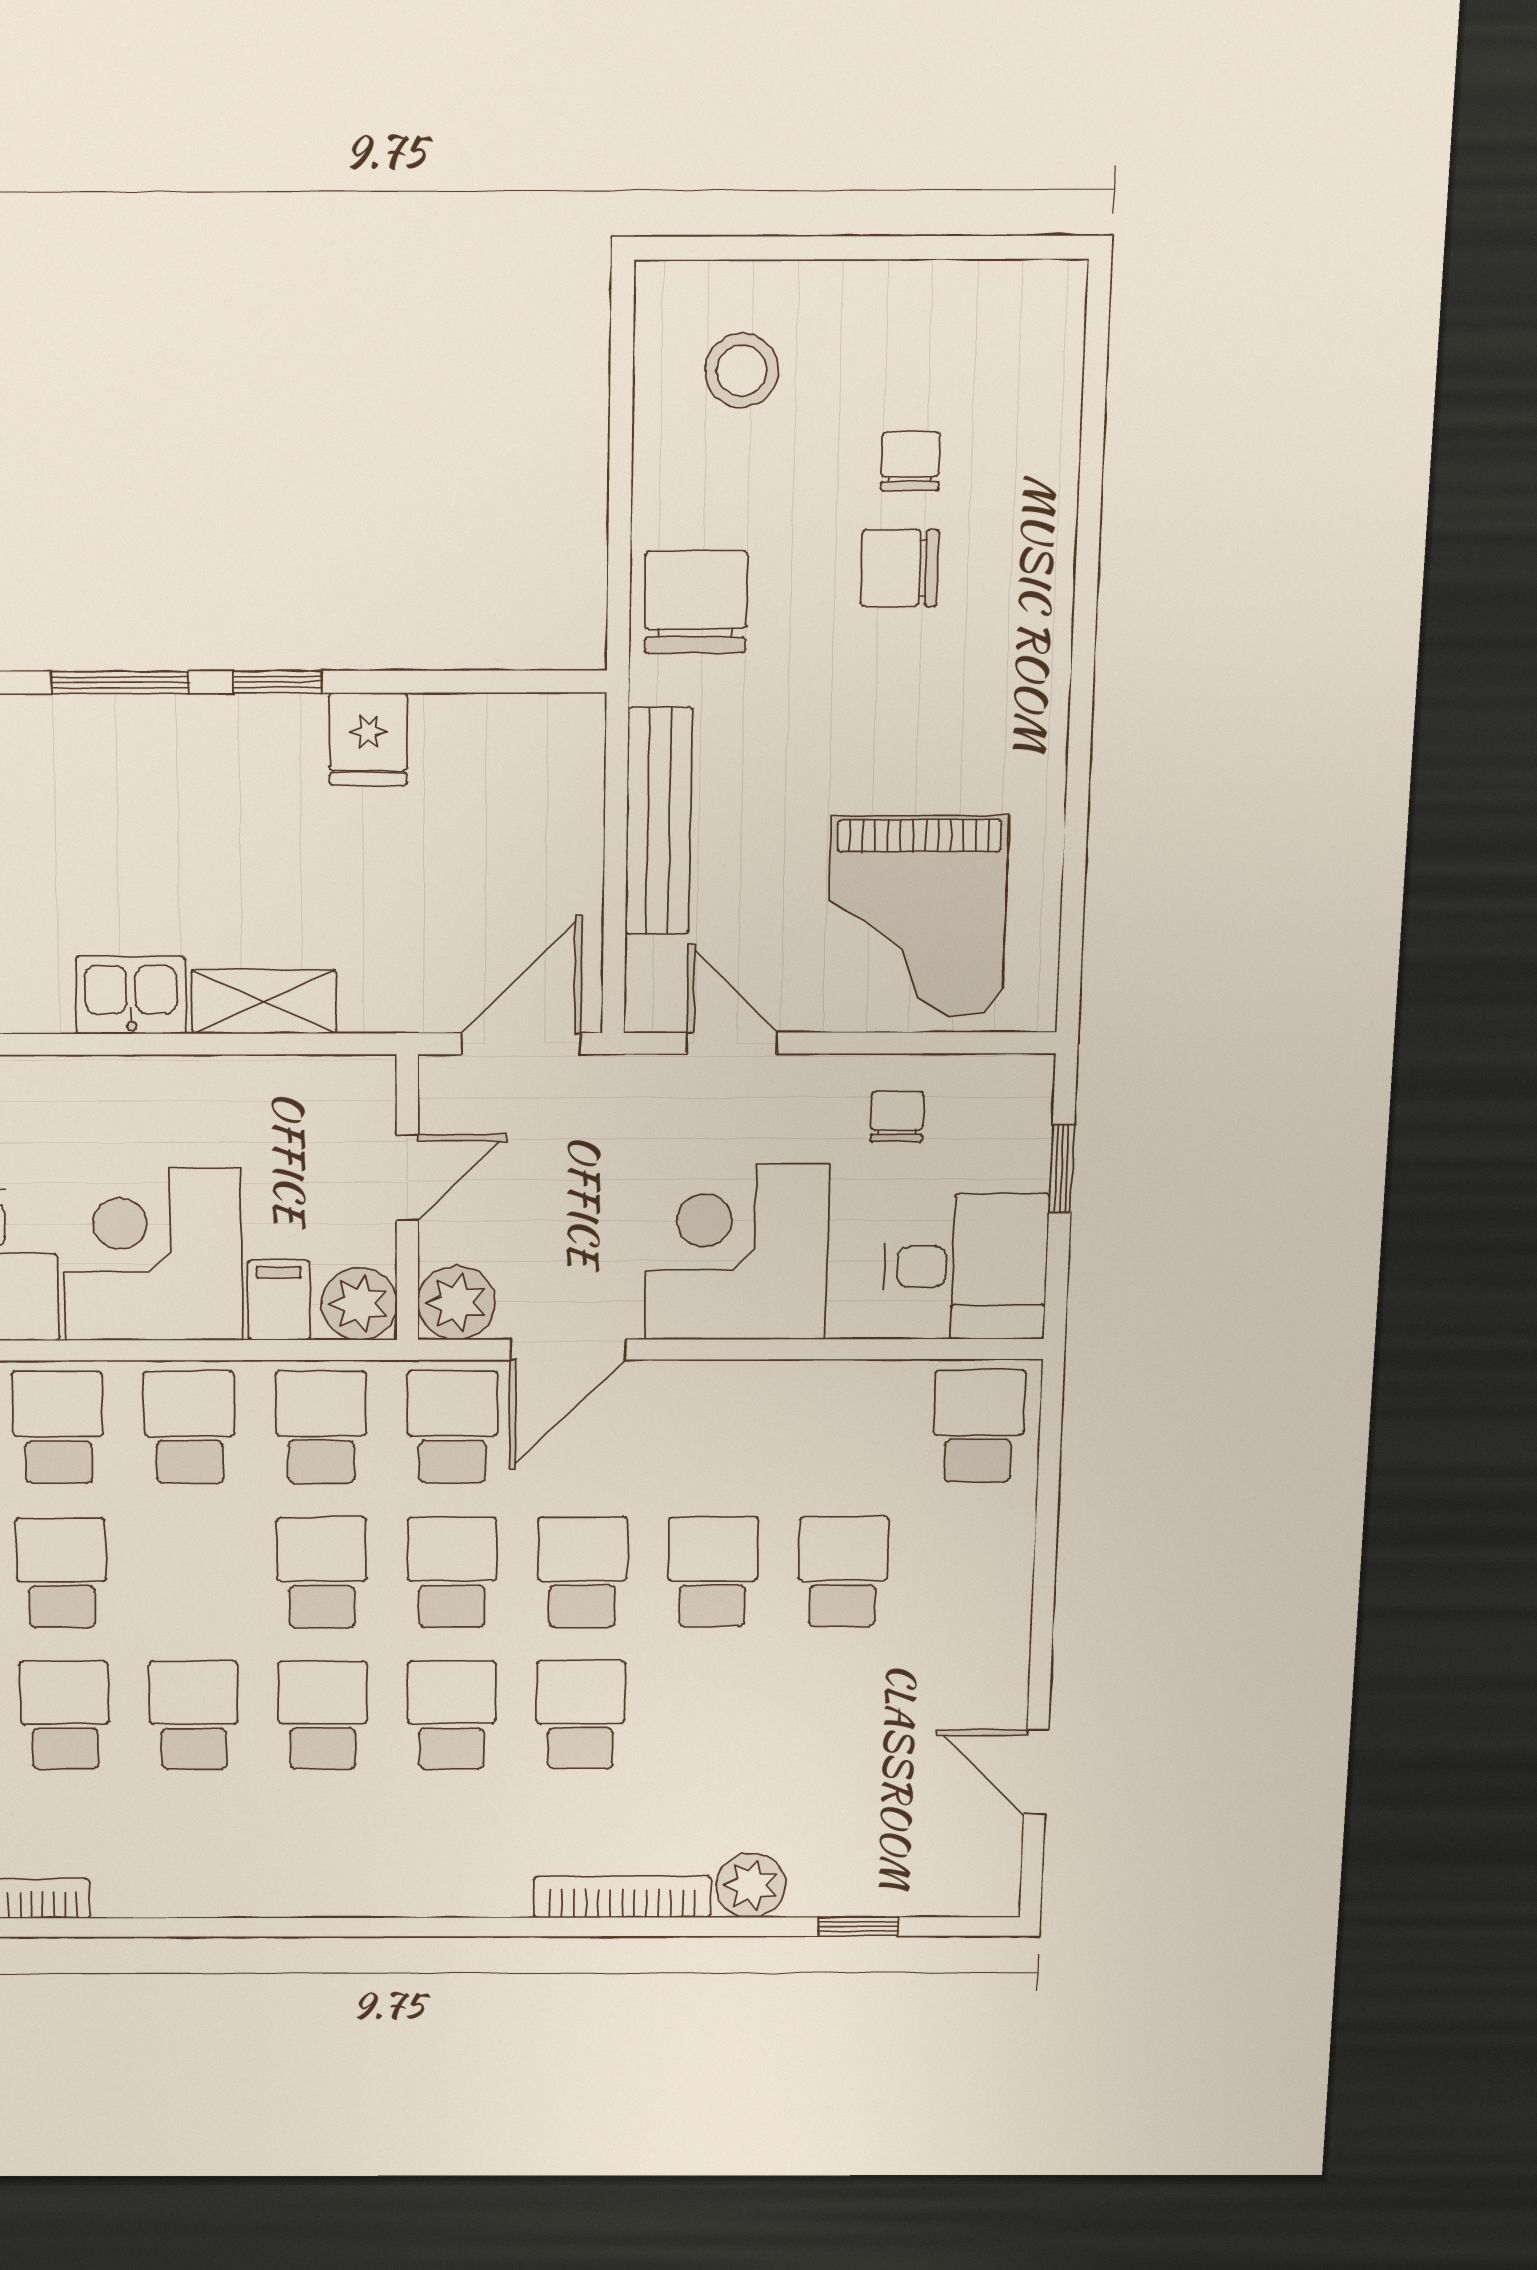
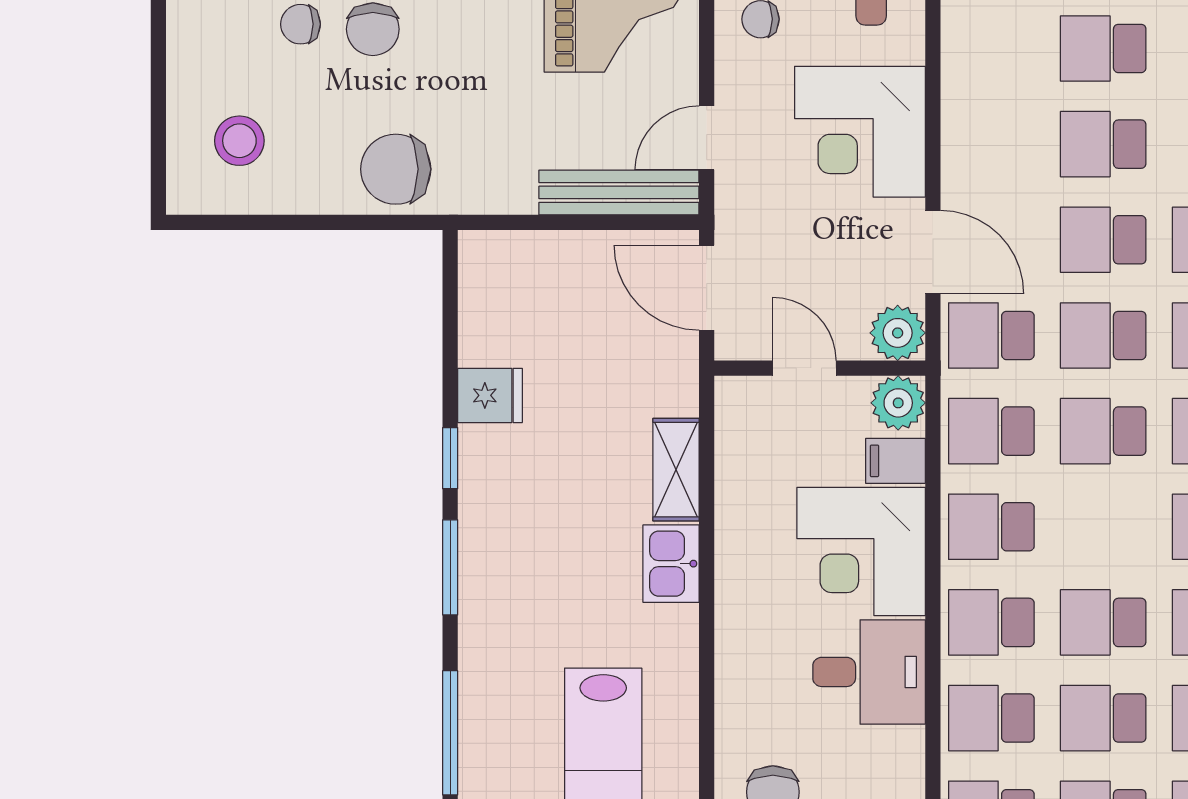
bench: (659, 821) -> (619, 192), moved

